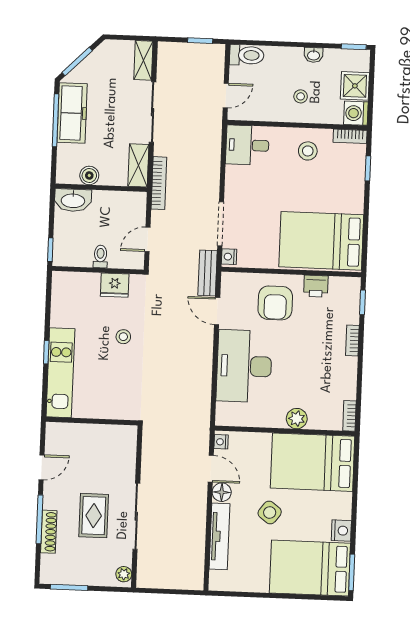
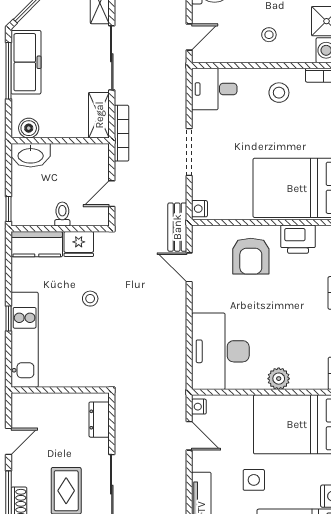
boiler: (89, 175) -> (29, 128), moved
doorway: (221, 224) -> (189, 152), moved
kitchen counter: (75, 284) -> (37, 244), added
printer: (316, 286) -> (298, 239), width x1.36, depth x1.24
desk: (244, 366) -> (220, 351), moved
dresser: (127, 450) -> (99, 420), added
floor lamp: (222, 492) -> (202, 460), removed
side table: (270, 513) -> (254, 480), turned -37

